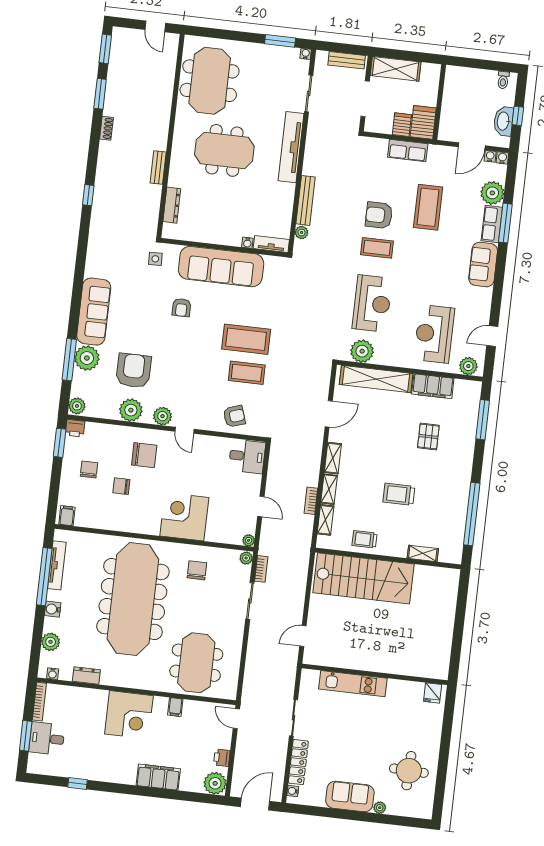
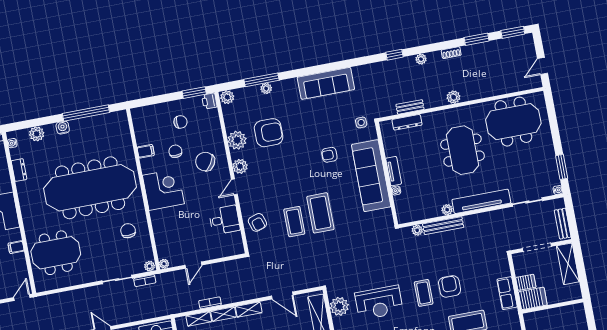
plant: (159, 142) -> (454, 97), added
plant: (103, 166) -> (421, 59), added
bench: (158, 167) -> (410, 107), moved
plant: (288, 190) -> (447, 210), added
tv unit: (271, 244) -> (394, 171), moved
sofa: (94, 312) -> (326, 83), moved
plant: (87, 358) -> (266, 88), width x0.53, depth x0.53
chair: (144, 455) -> (205, 162), turned 122
desk: (247, 456) -> (224, 220), moved, turned -90
filing cabinet: (67, 516) -> (146, 151), moved
corner desk: (184, 517) -> (163, 190), moved
tv unit: (57, 565) -> (98, 120), removed
chair: (197, 570) -> (128, 231), turned -90

